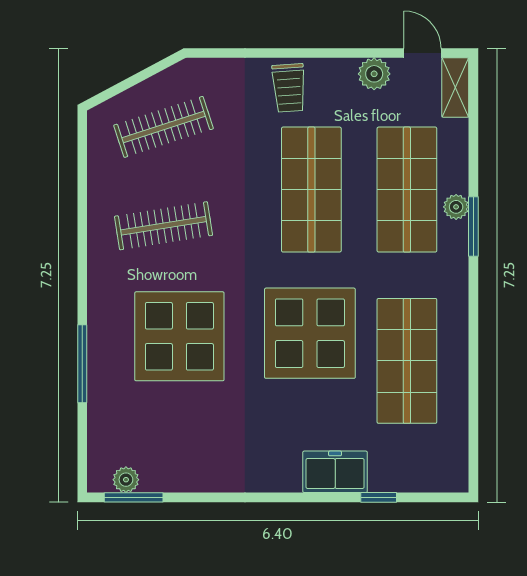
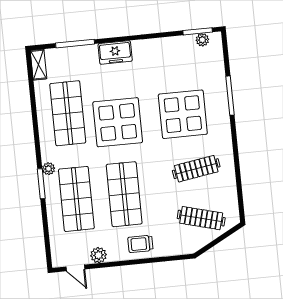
trolley: (289, 88) -> (140, 244), turned -86
shelving: (455, 88) -> (39, 65), moved
clothes rail: (164, 127) -> (201, 218), turned 33
plant: (456, 207) -> (49, 169), moved
freezer: (335, 472) -> (115, 52), moved
window: (379, 497) -> (75, 44), width x2.17

